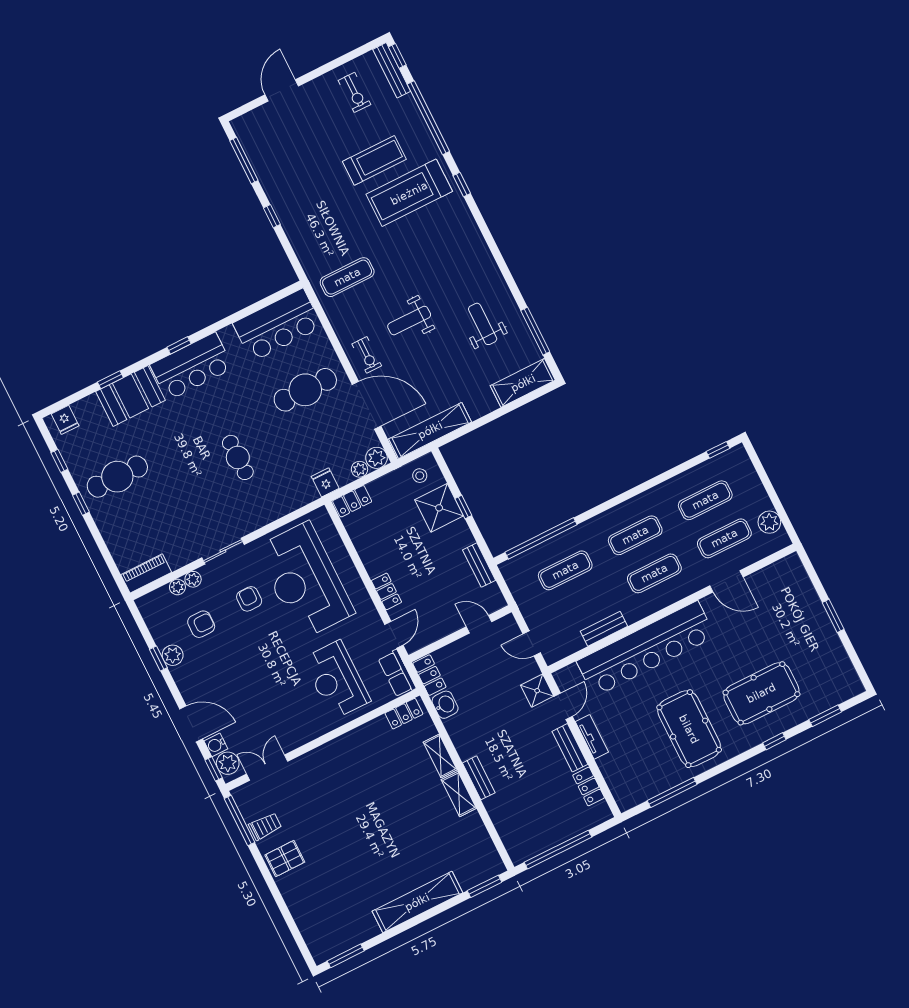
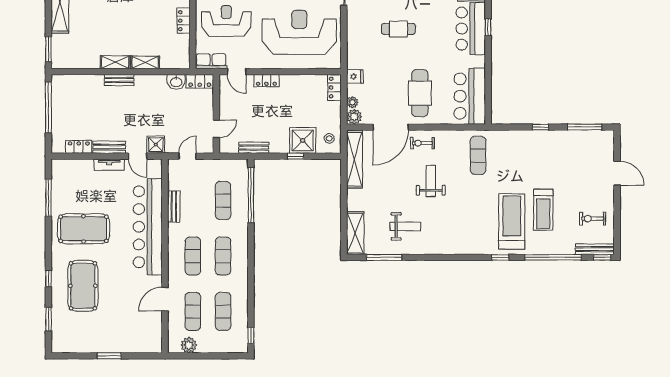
locker: (404, 714) -> (183, 21), moved

